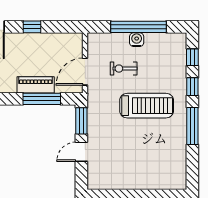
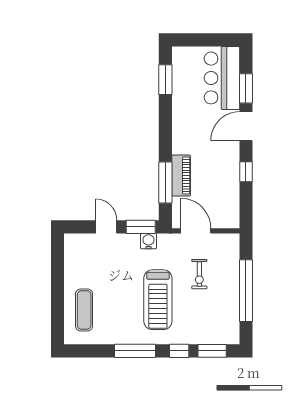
water cooler: (137, 40) -> (149, 241), moved, turned -90
window: (192, 57) -> (212, 351), width x1.50
exercise bike: (124, 69) -> (199, 274), turned 180
exercise mat: (156, 172) -> (84, 310), added

